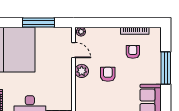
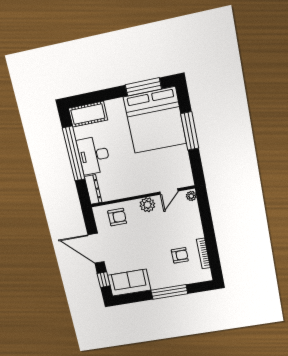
window: (38, 22) -> (190, 131), moved
armchair: (108, 74) -> (117, 217), moved

